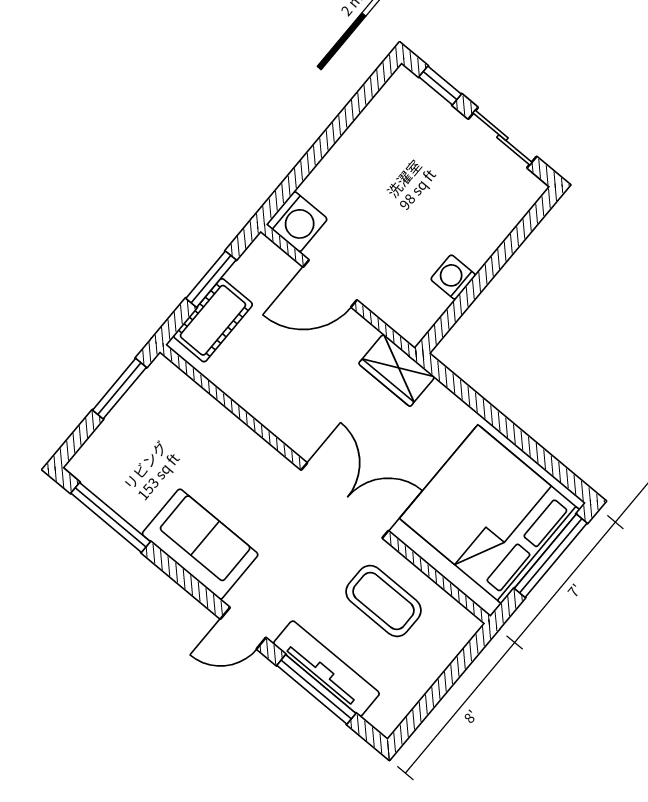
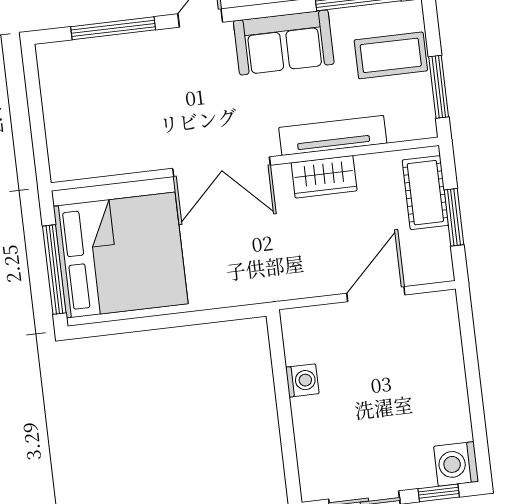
washing machine: (297, 222) -> (456, 464), moved
wardrobe: (397, 370) -> (324, 177), moved, turned 180
coffee table: (384, 601) -> (391, 55), moved
tv unit: (326, 669) -> (333, 135), moved, turned 180

